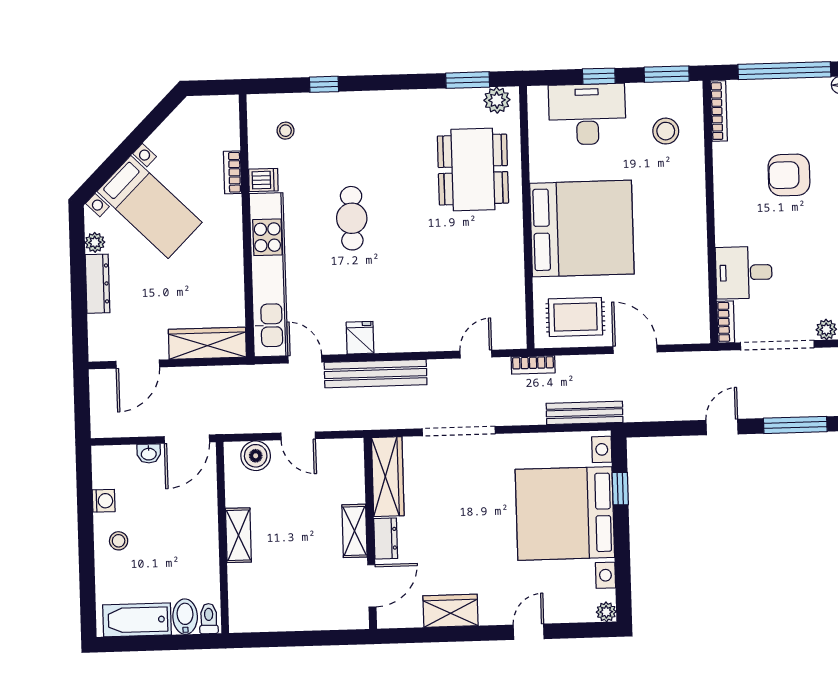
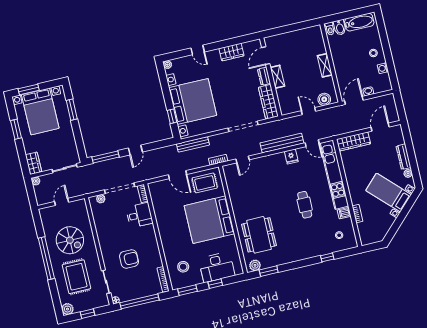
door: (529, 632) -> (198, 50), hinge flipped

